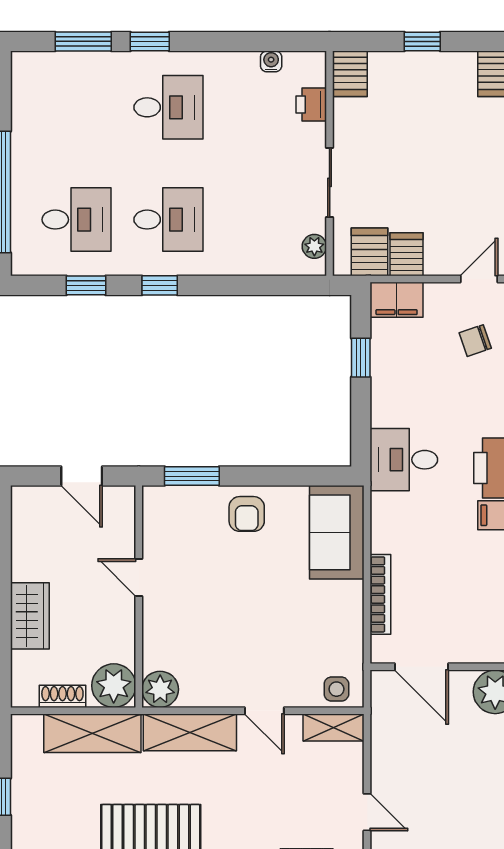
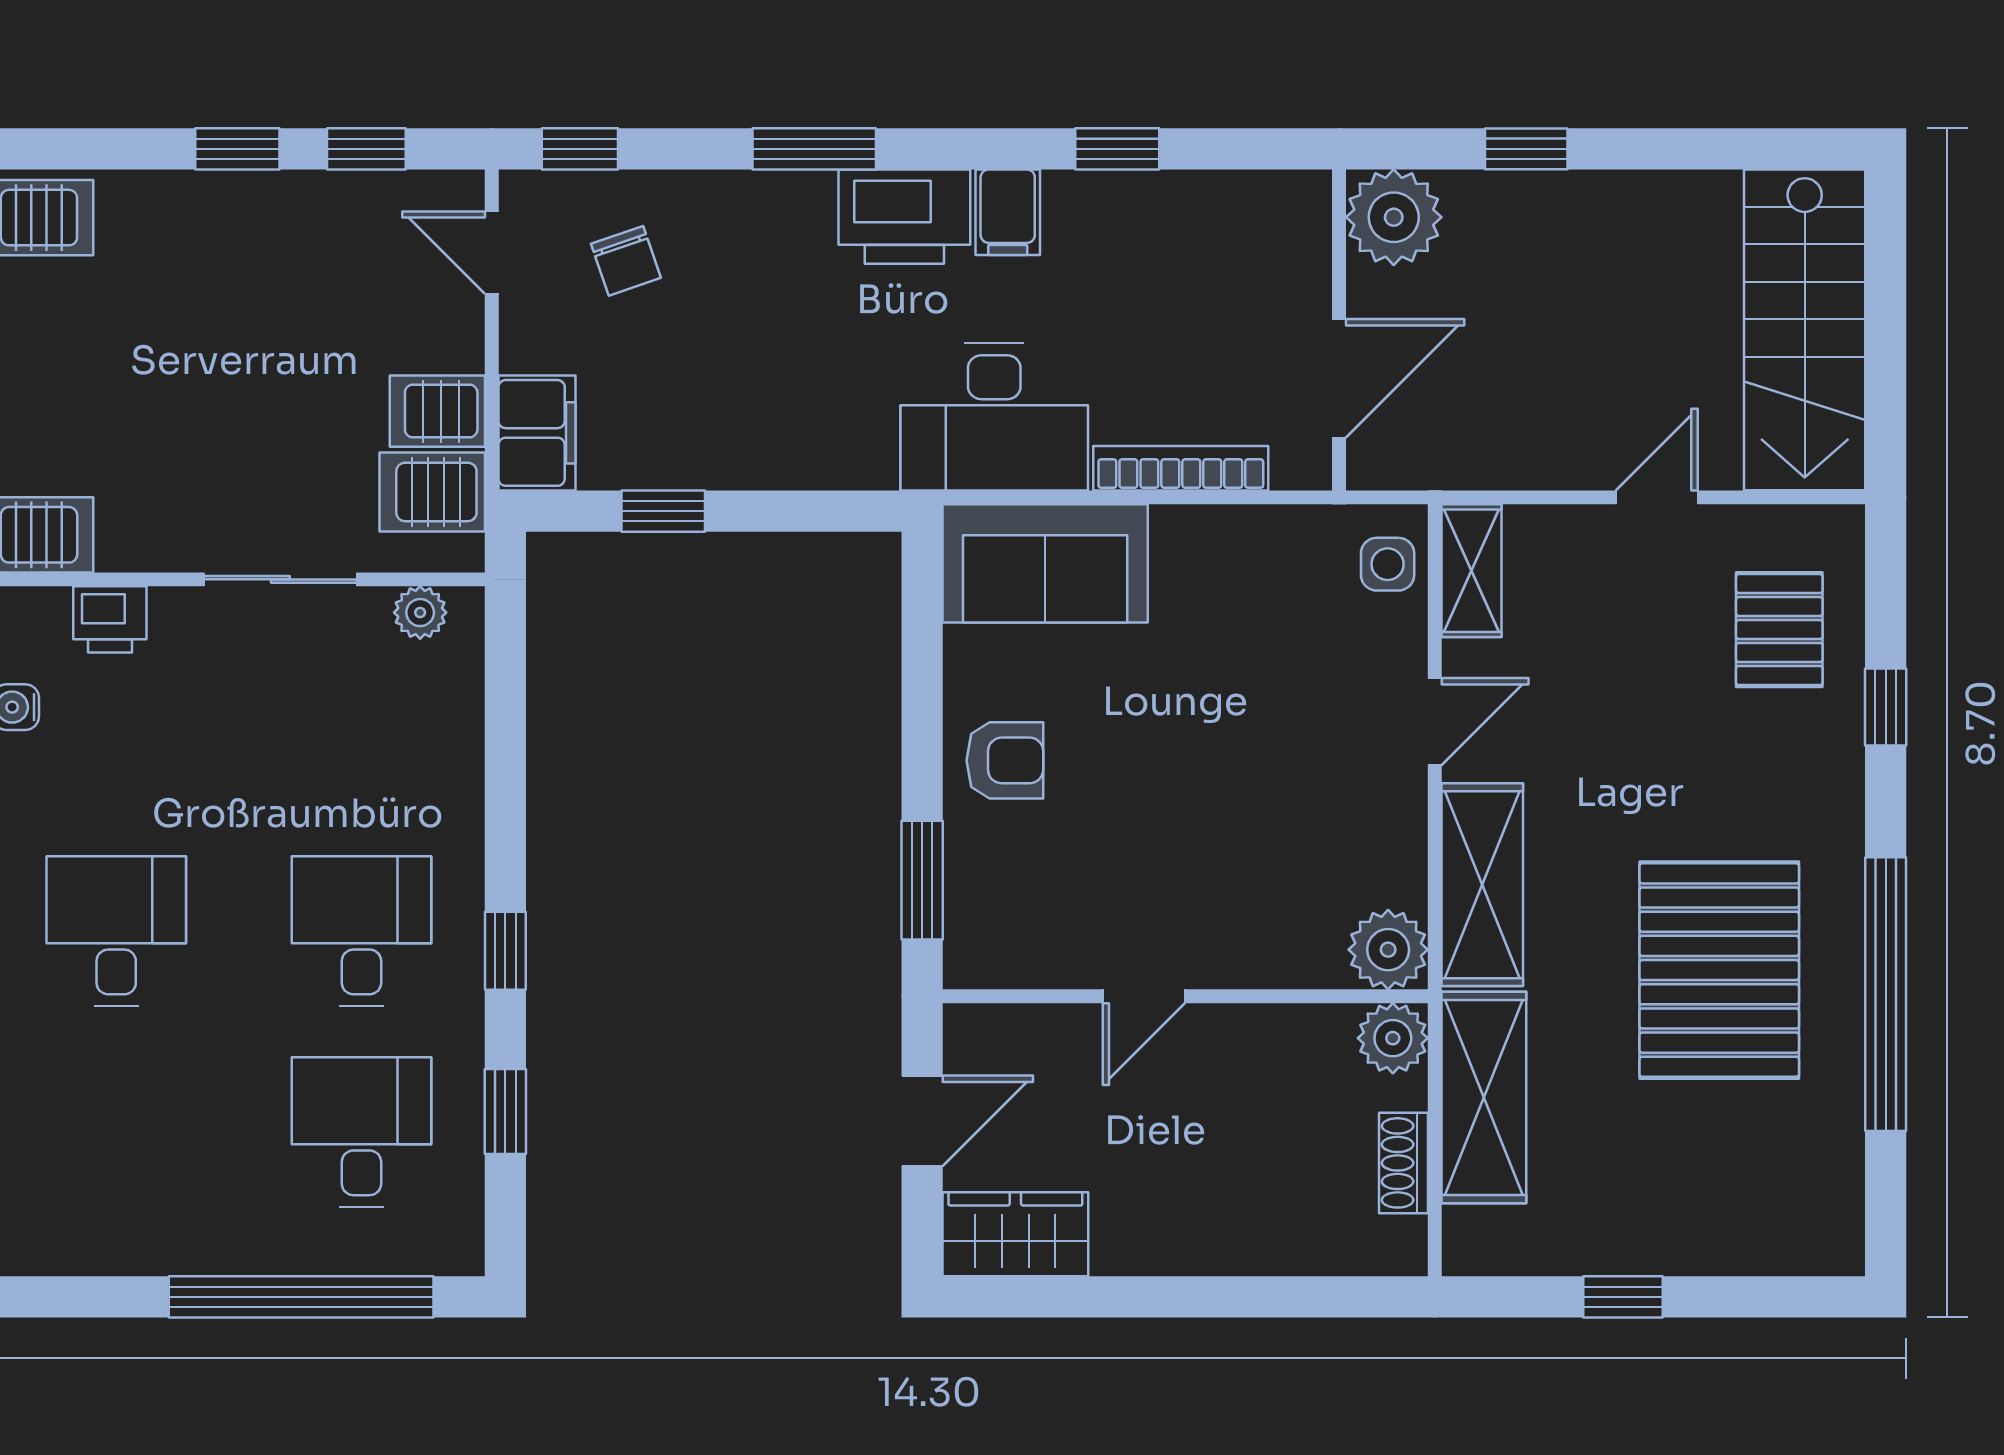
desk: (404, 460) -> (994, 417), moved, width x1.37
wardrobe: (30, 616) -> (1015, 1234), moved
plant: (114, 686) -> (1393, 1038), width x0.73, depth x0.73

